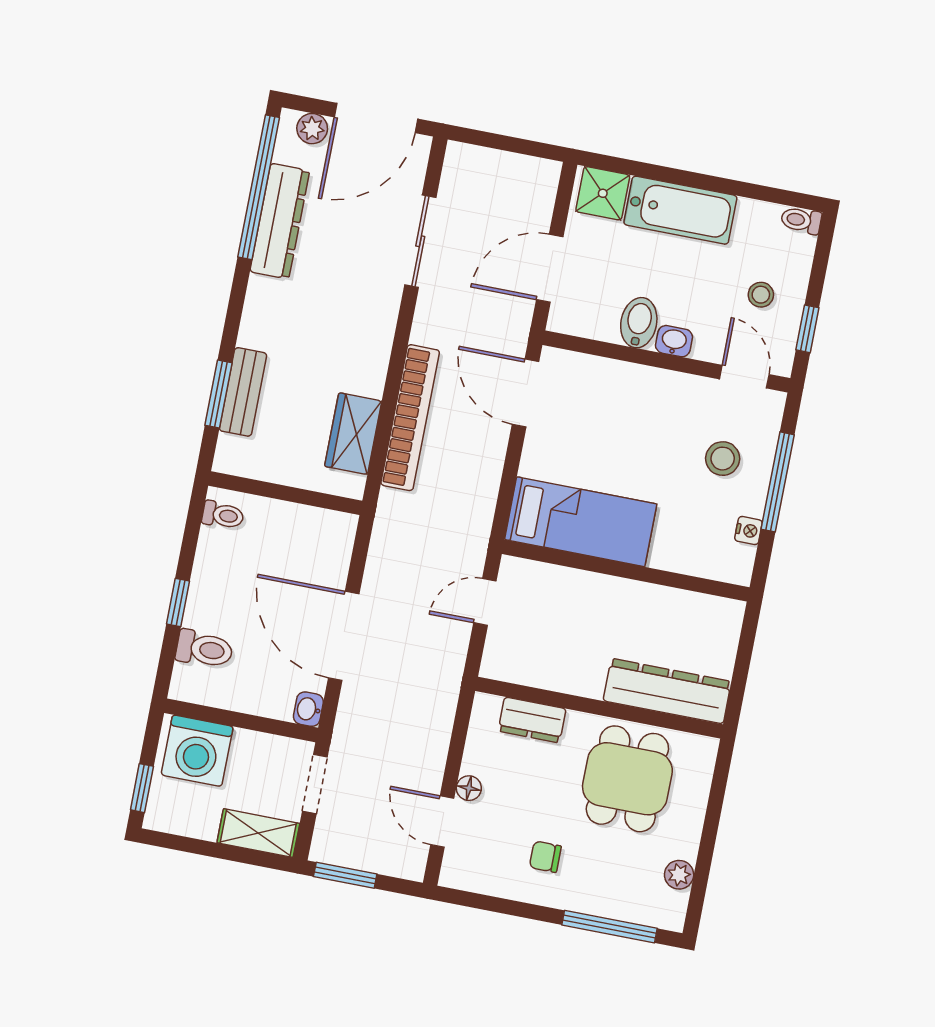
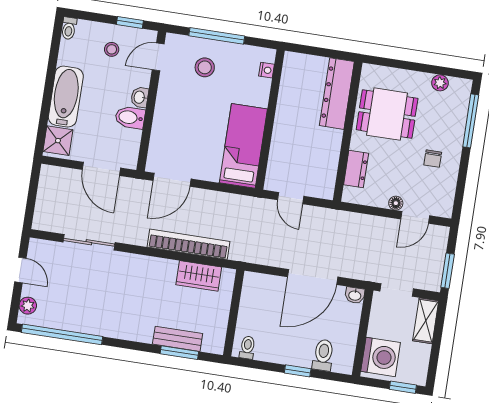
door: (376, 118) -> (20, 270), width x0.53
dresser: (280, 221) -> (81, 322), removed
nightstand: (748, 531) -> (267, 70), moved, turned 90

